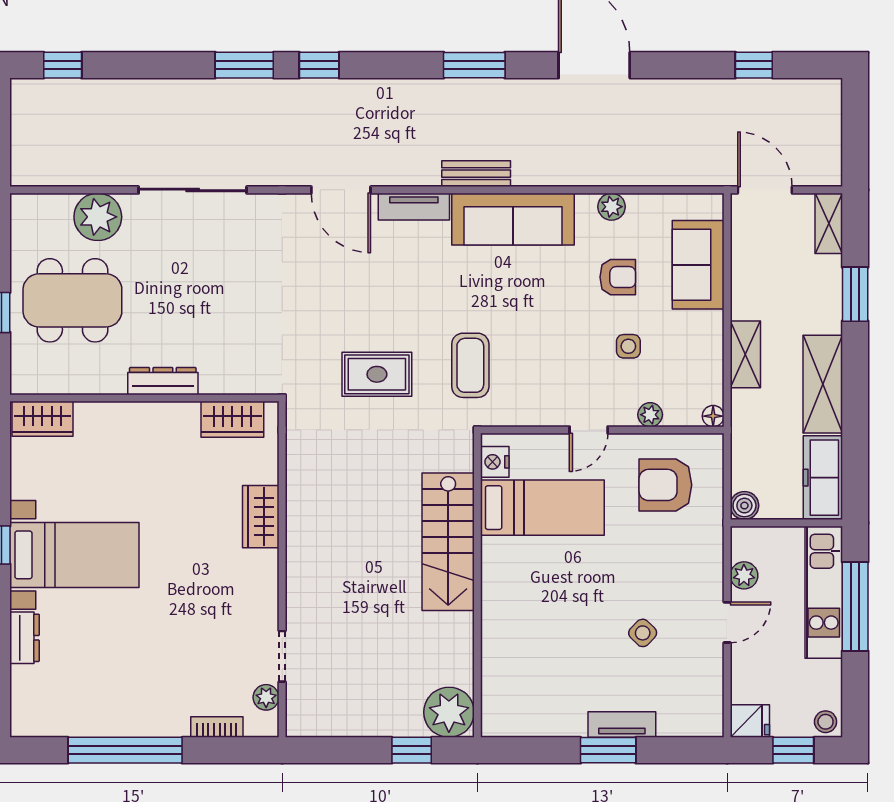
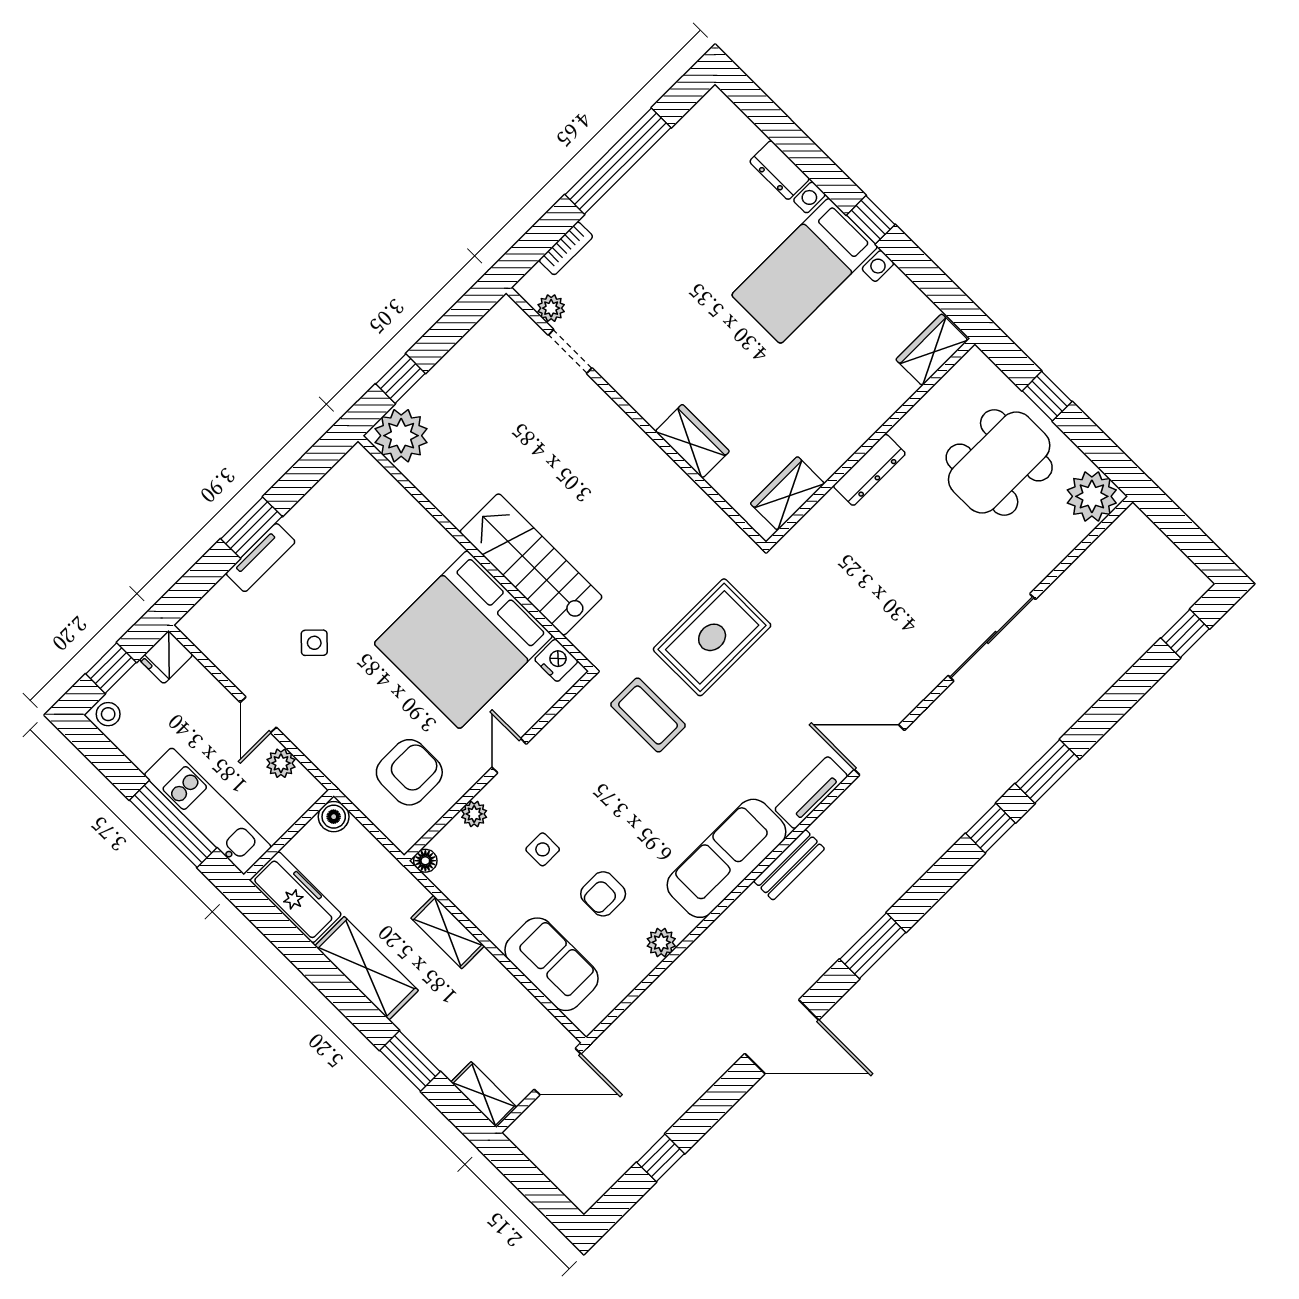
plant: (98, 217) -> (1092, 496), moved
rug: (377, 374) -> (712, 637), width x1.36, depth x1.43
bed: (542, 508) -> (463, 640), width x2.04

